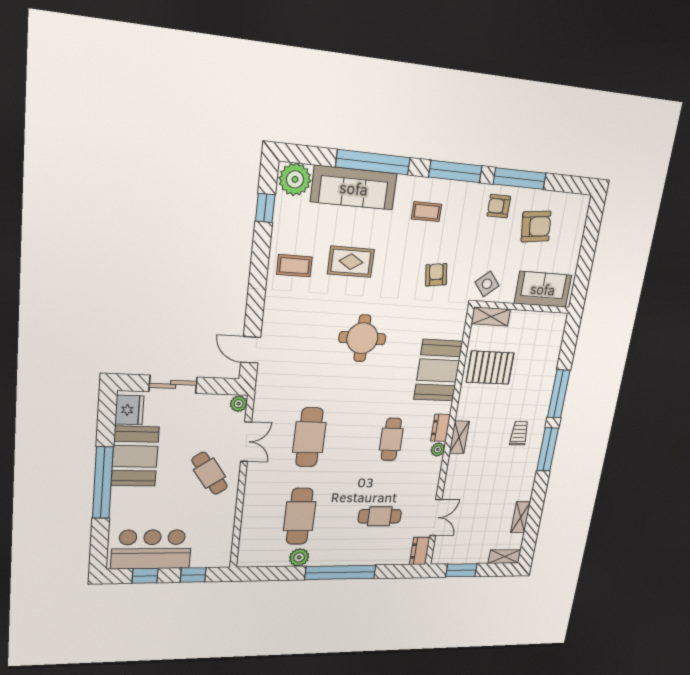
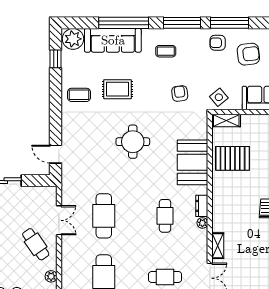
plant: (239, 404) -> (51, 276), moved
shelving: (459, 437) -> (218, 246), moved

